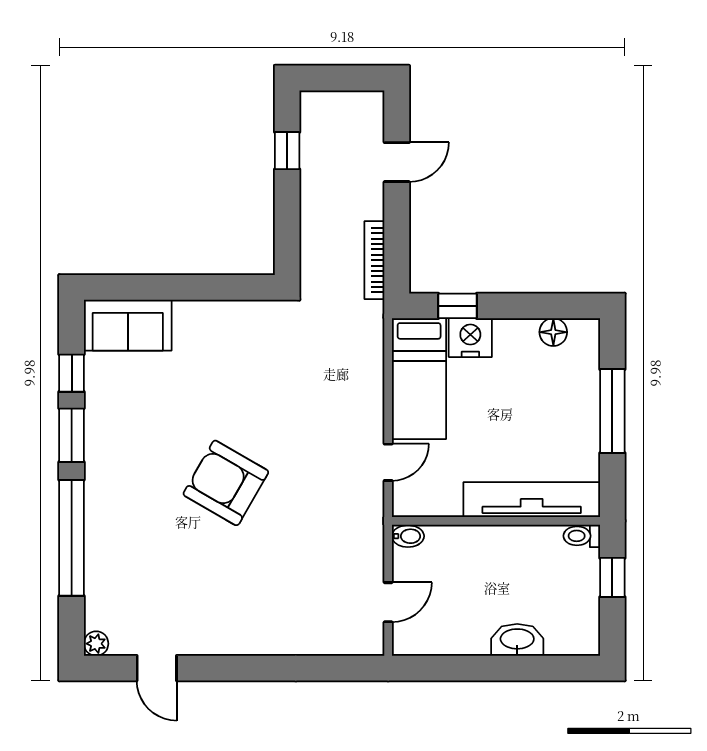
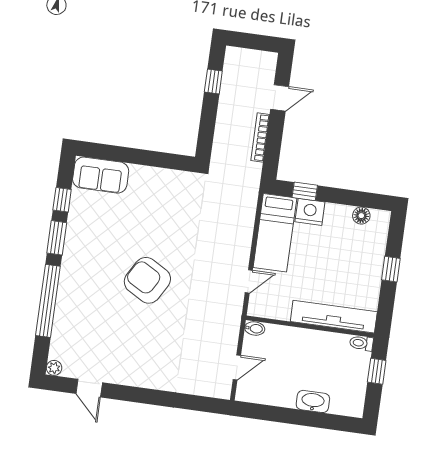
bookcase: (374, 260) -> (260, 138), moved
window: (612, 411) -> (391, 269), width x0.46

